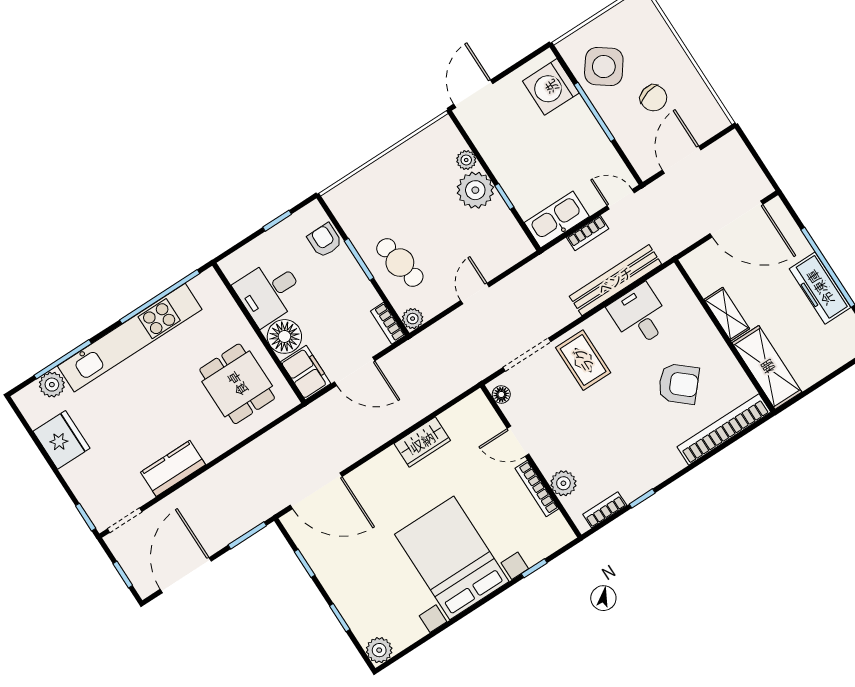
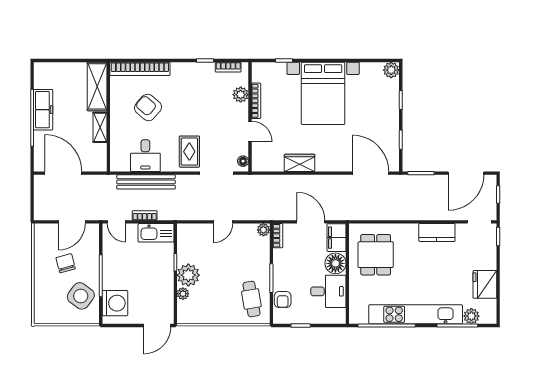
cafe table: (400, 263) -> (251, 299), moved

